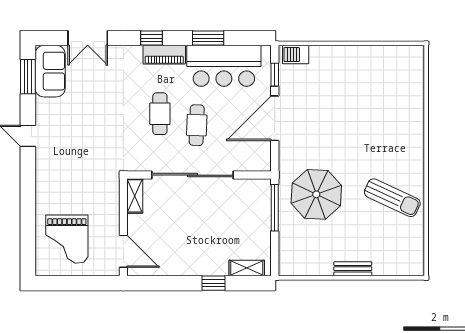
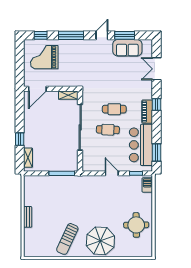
window: (208, 38) -> (157, 153), moved
sofa: (50, 71) -> (127, 48), moved
round table: (367, 74) -> (136, 225), added
window: (28, 77) -> (125, 35), moved
door: (275, 118) -> (112, 173), width x0.53
window: (28, 191) -> (71, 35), added
parasol: (316, 194) -> (100, 241), moved
window: (28, 245) -> (41, 35), added

